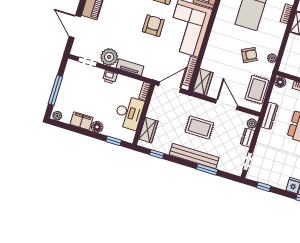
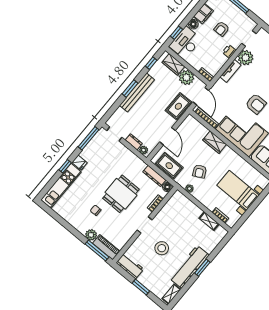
wardrobe: (203, 82) -> (215, 142), moved
armchair: (89, 95) -> (222, 29), added
door: (227, 104) -> (168, 136), hinge flipped
plant: (156, 111) -> (186, 77), added
desk: (129, 113) -> (185, 43), moved, turned 90
dresser: (270, 116) -> (154, 176), moved
rug: (199, 127) -> (178, 106), moved
window: (207, 169) -> (130, 89), moved
window: (264, 187) -> (88, 138), width x2.17

